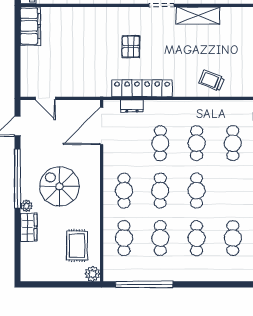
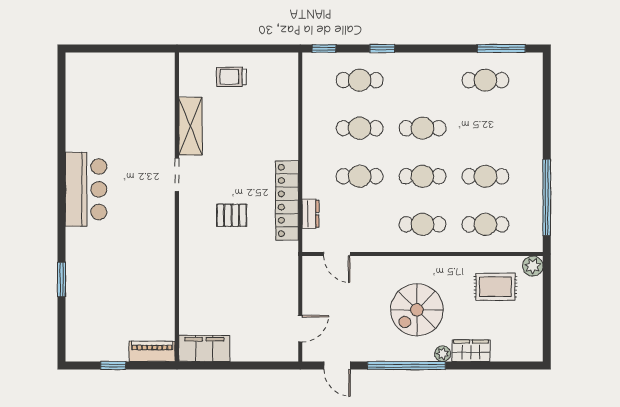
trolley: (212, 80) -> (231, 77), moved, turned 68
door: (102, 126) -> (337, 254), width x0.53
cafe table: (197, 238) -> (485, 128), removed

